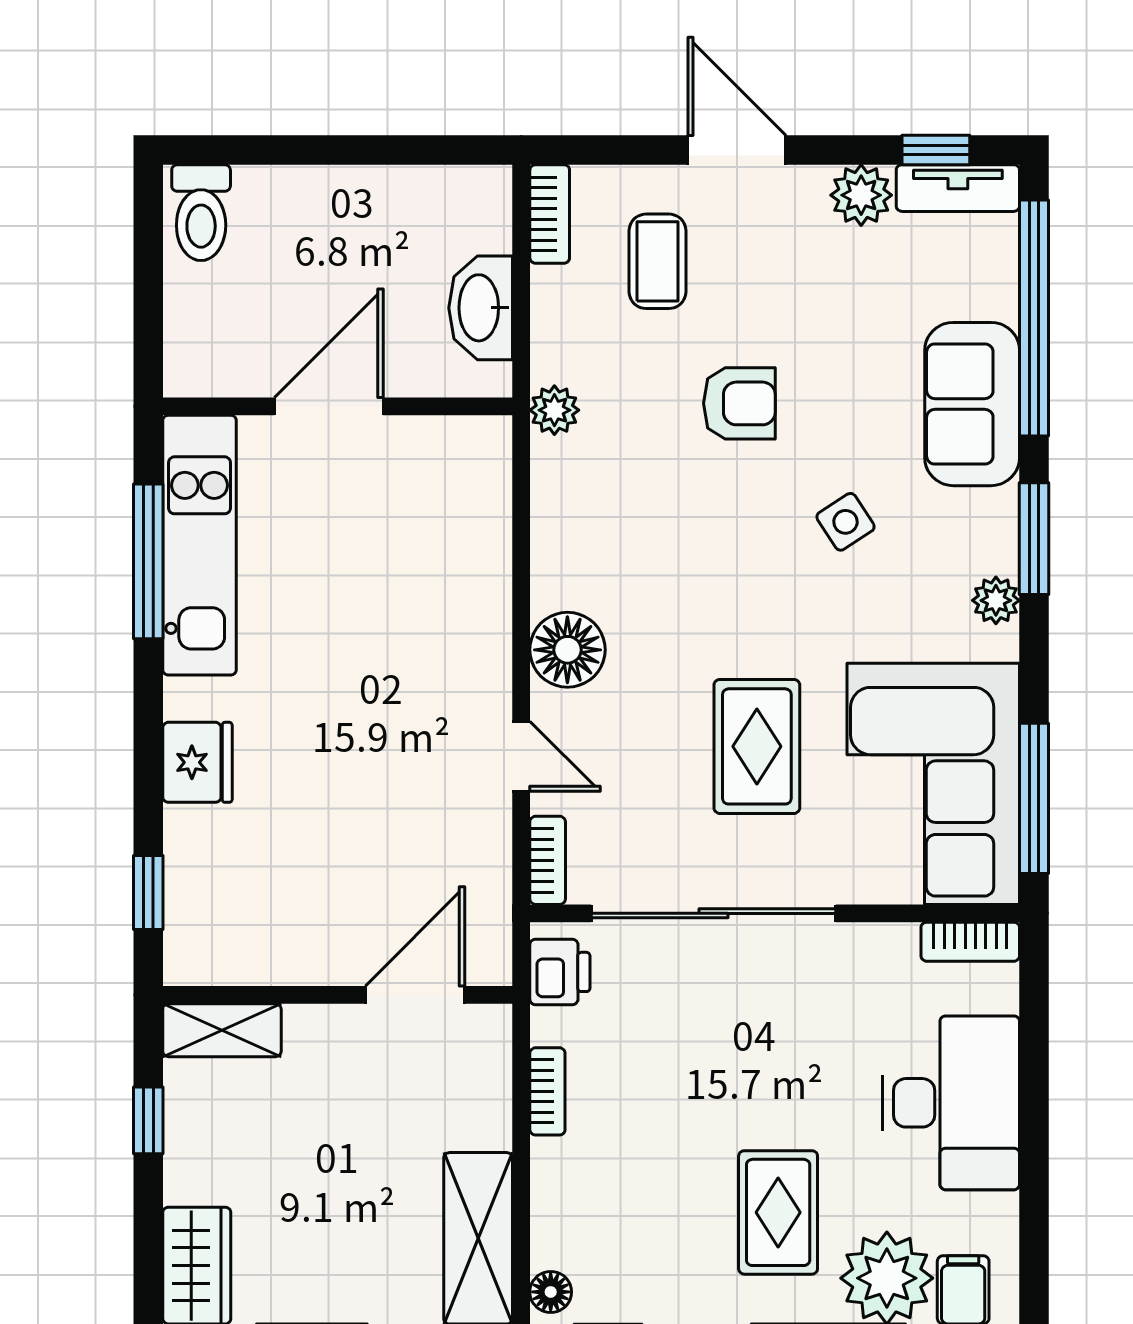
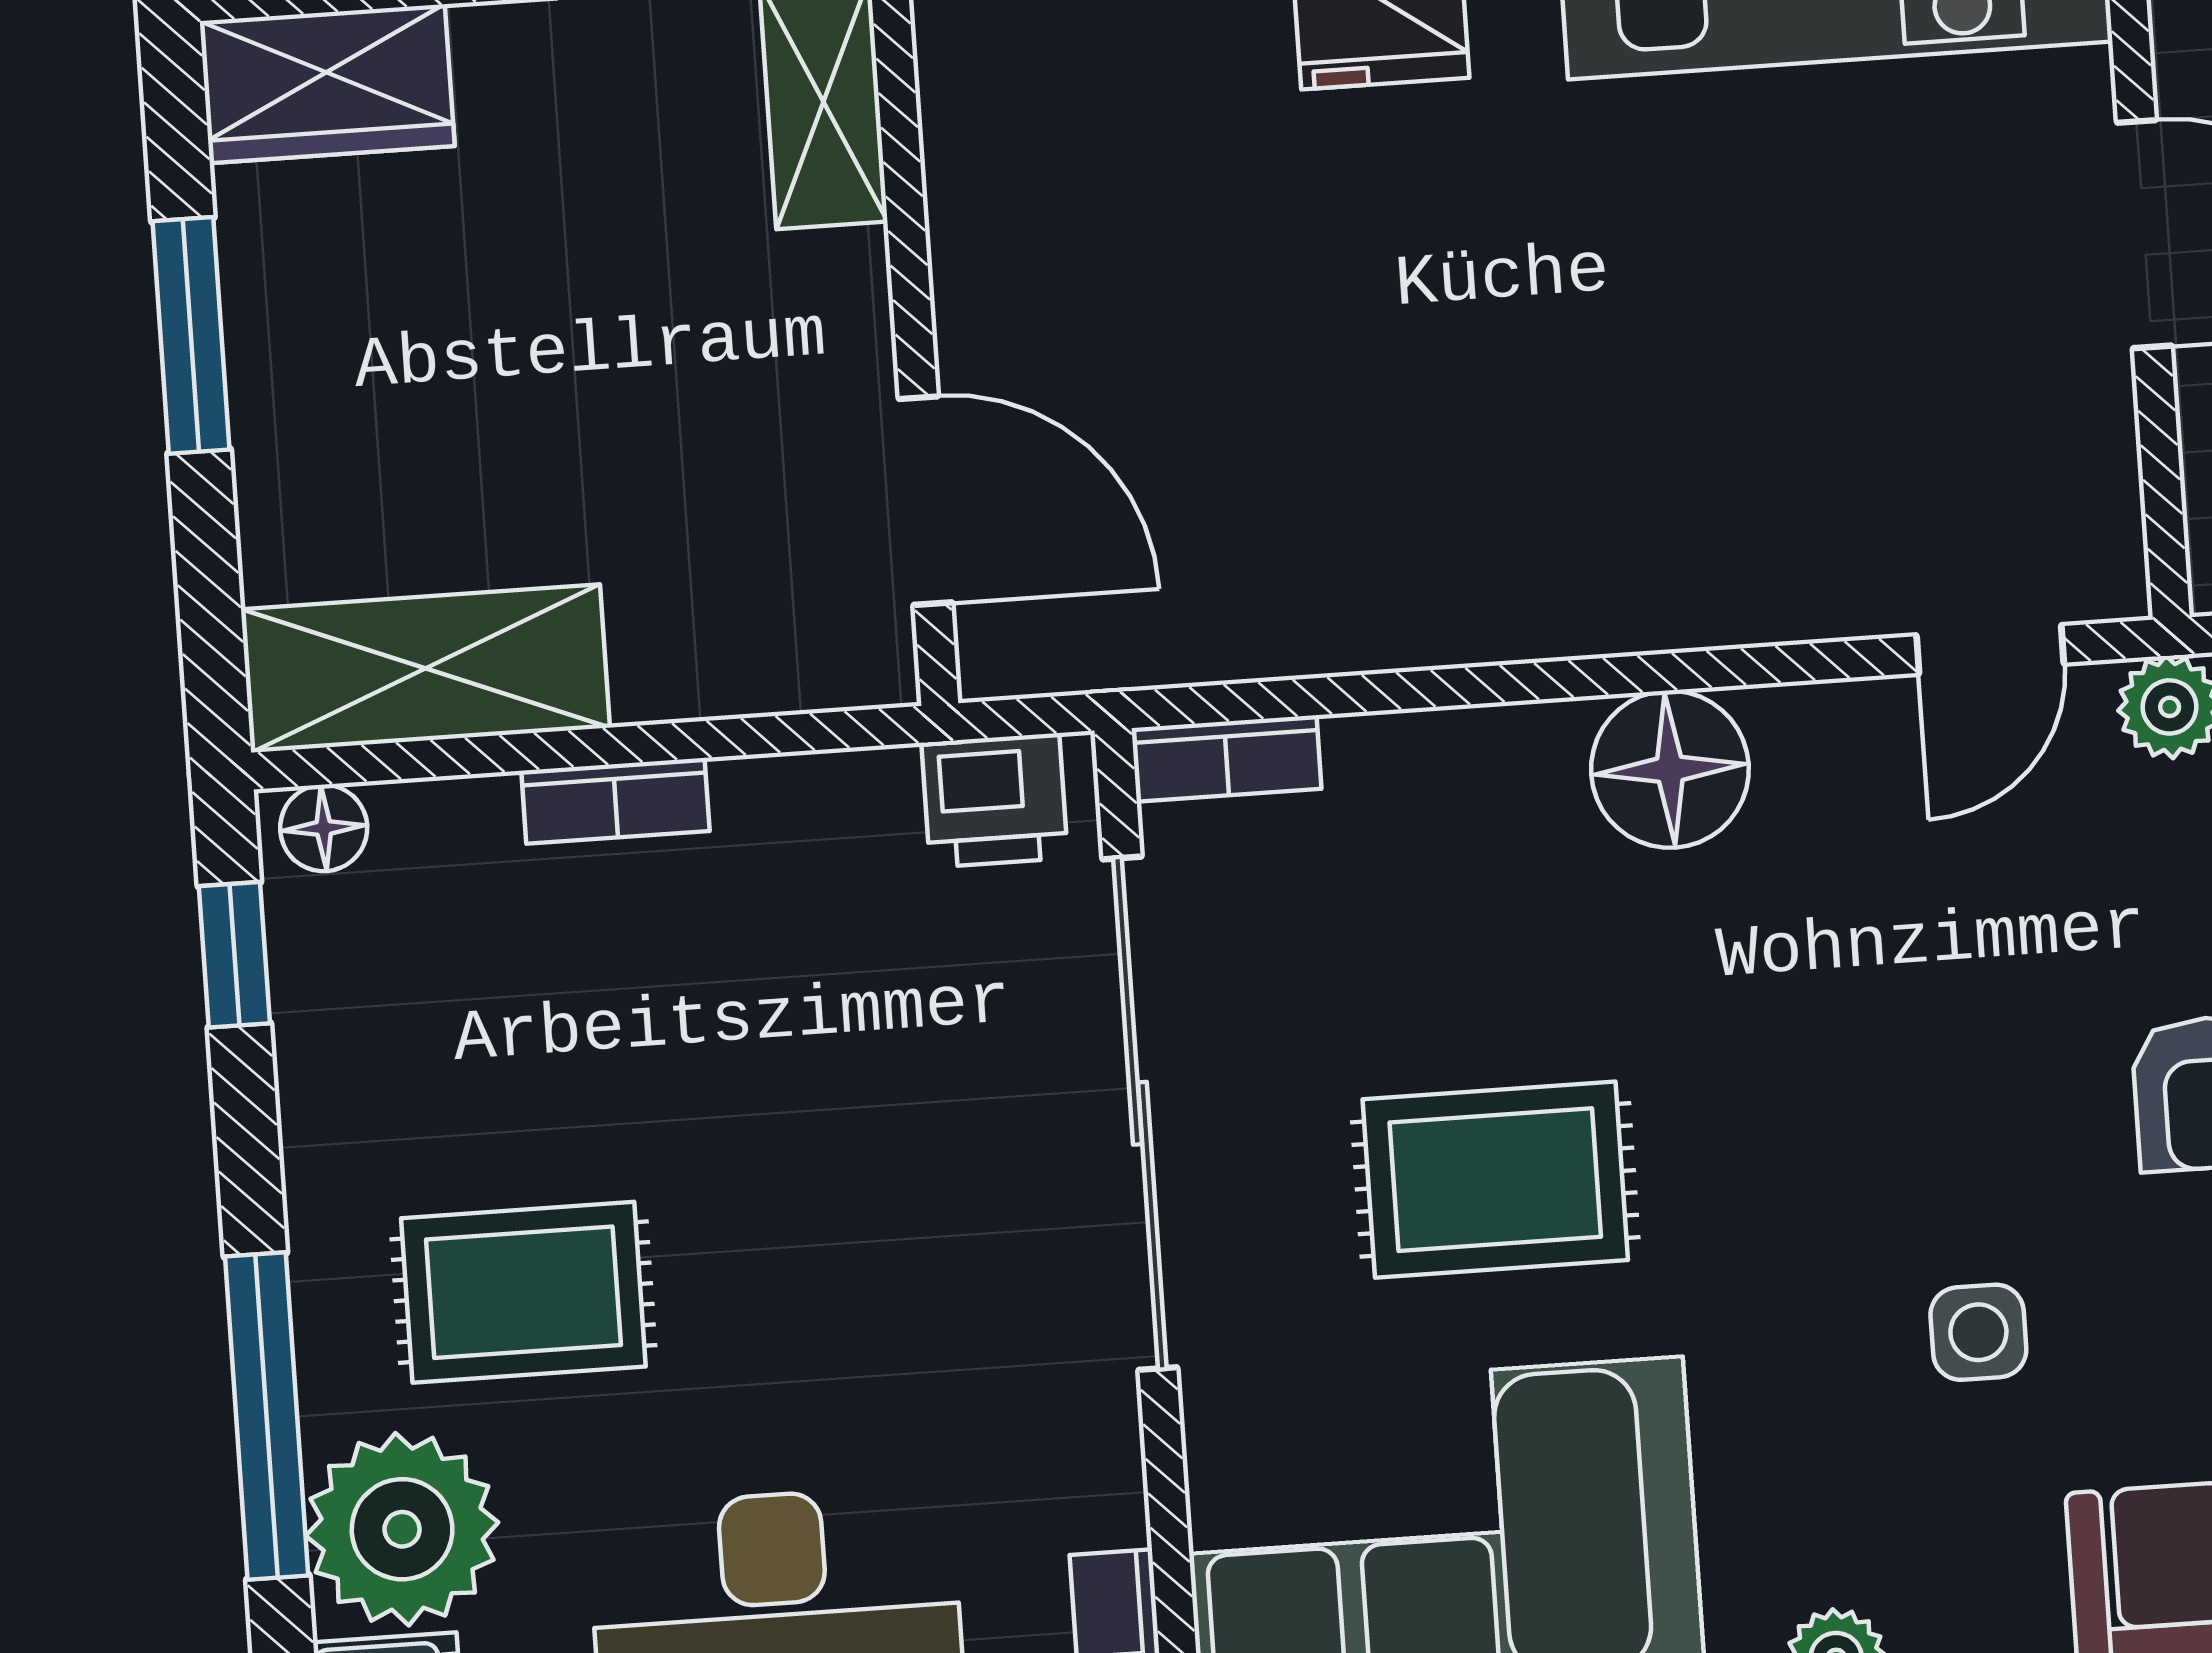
side table: (846, 522) -> (1978, 1332), turned 33
door: (521, 756) -> (1990, 650), moved
bookcase: (547, 1091) -> (615, 801), moved

